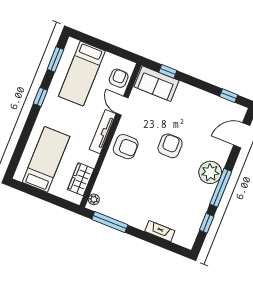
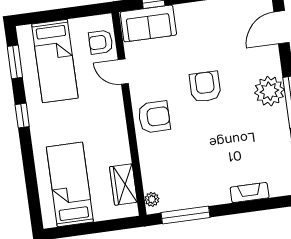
armchair: (119, 78) -> (101, 42), turned -90
tv unit: (103, 132) -> (117, 115), removed

